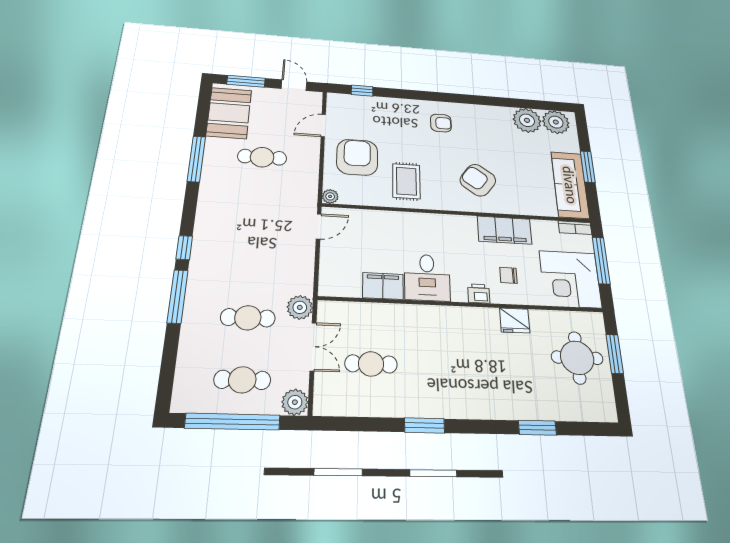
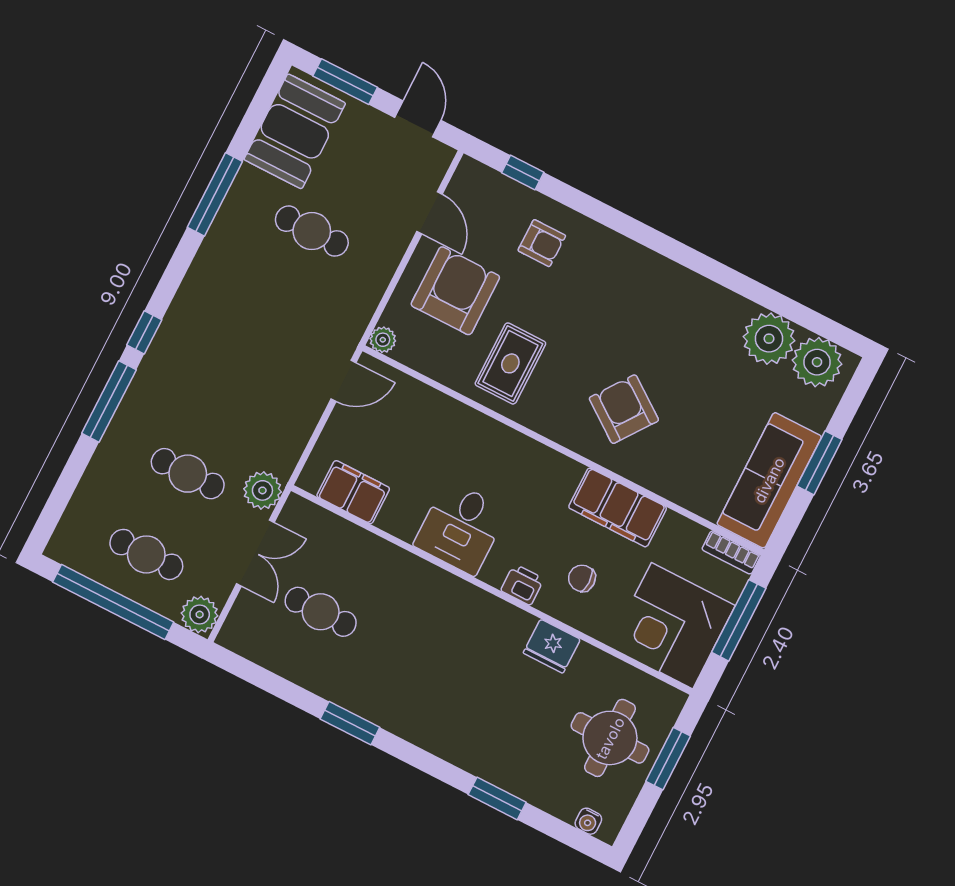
armchair: (441, 123) -> (542, 243), moved
door: (323, 125) -> (430, 213), swing flipped
filing cabinet: (383, 286) -> (353, 492), moved
water cooler: (596, 414) -> (588, 821), added

